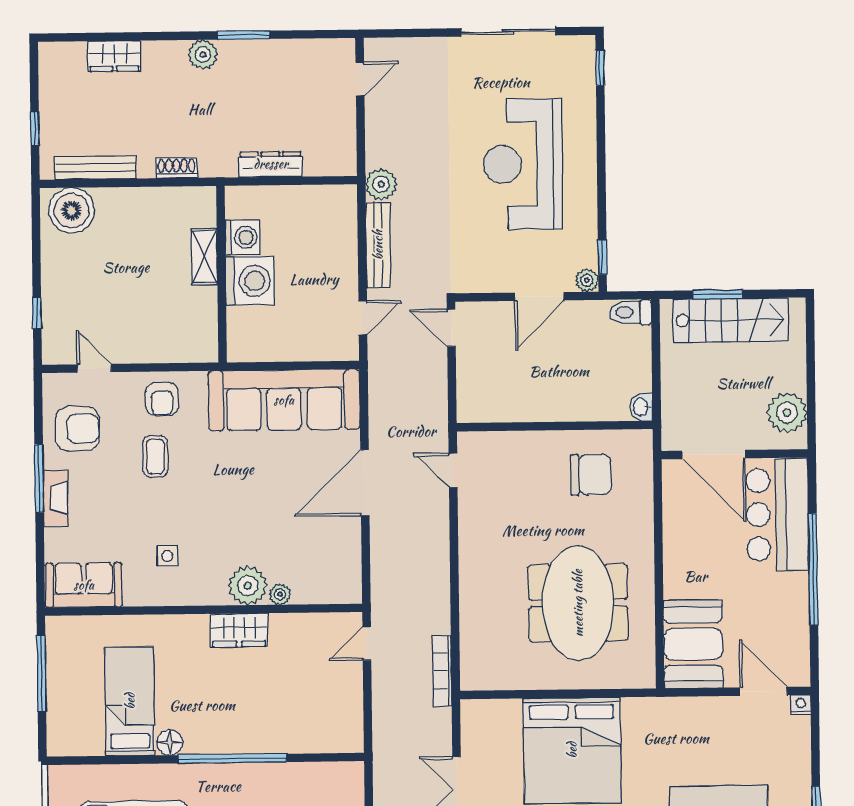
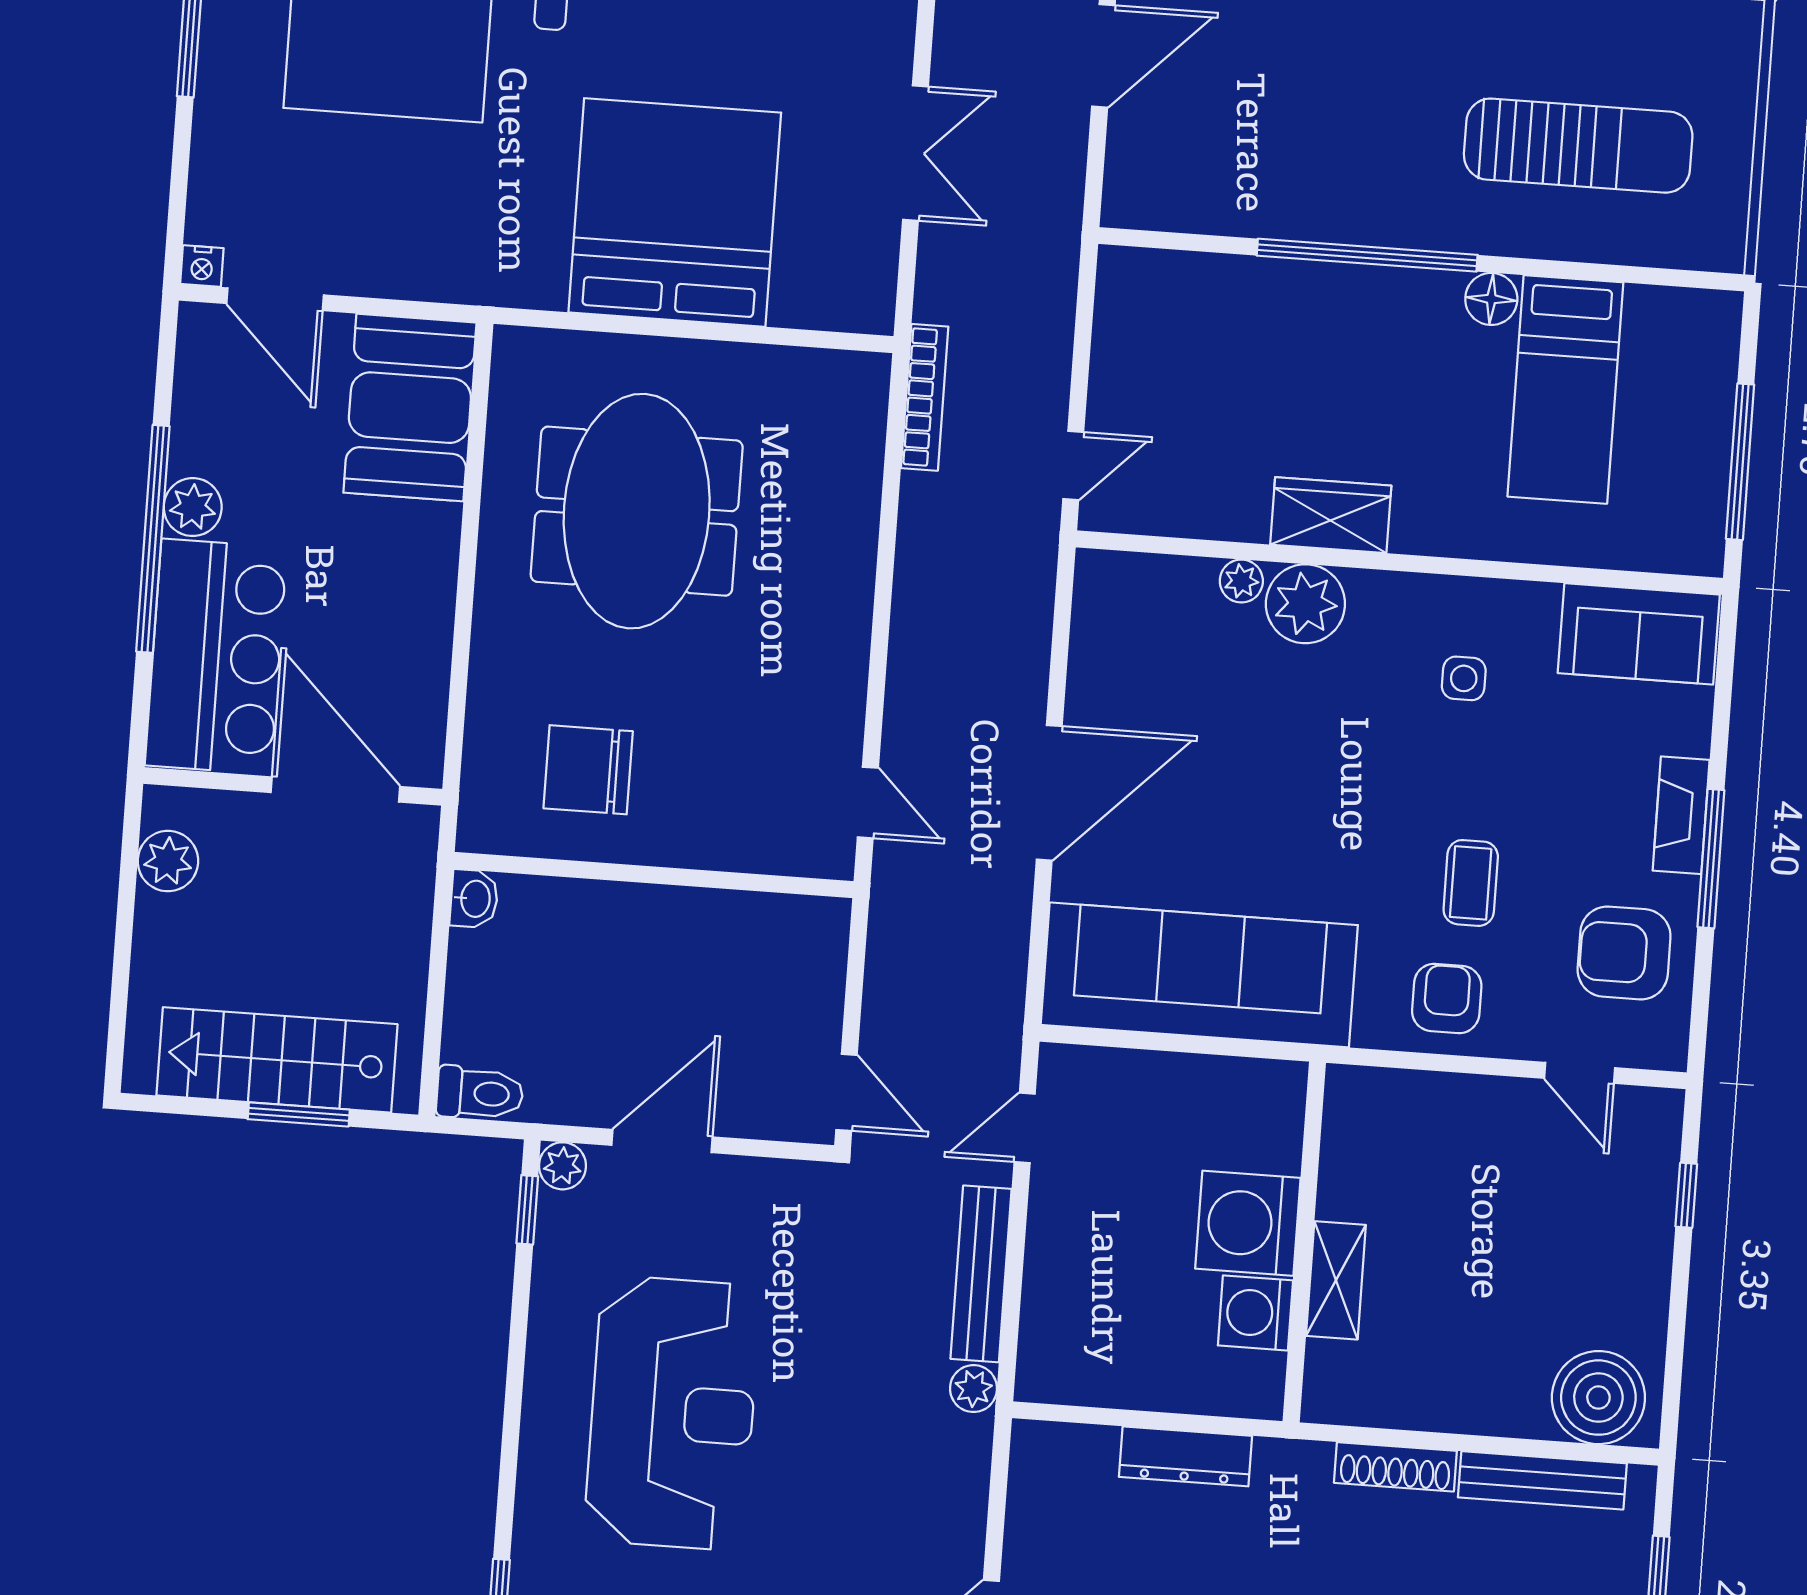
shoe rack: (176, 168) -> (1395, 1467), width x1.43
plant: (381, 184) -> (973, 1389), width x0.73, depth x0.73
plant: (787, 413) -> (168, 861), width x0.73, depth x0.73
plant: (795, 586) -> (193, 507), added

